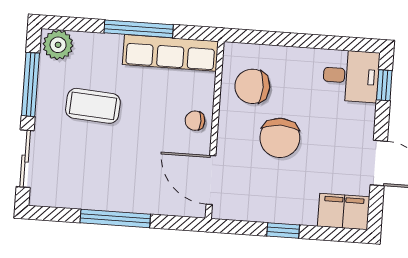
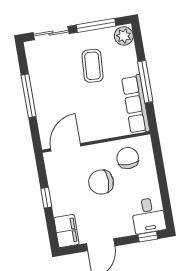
chair: (195, 121) -> (99, 129), removed

